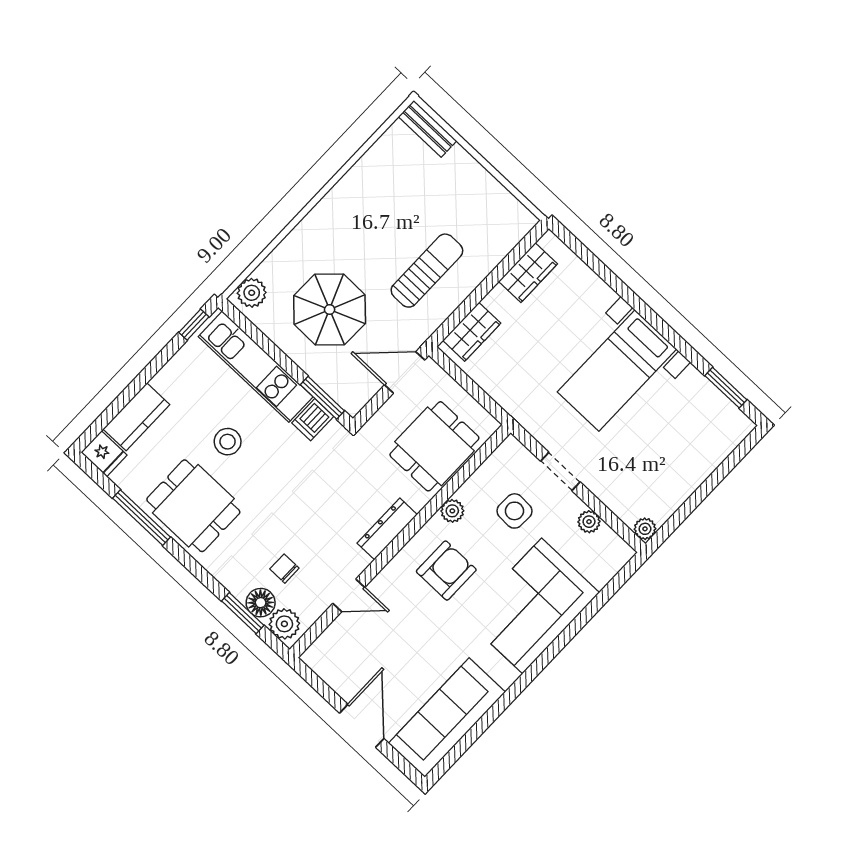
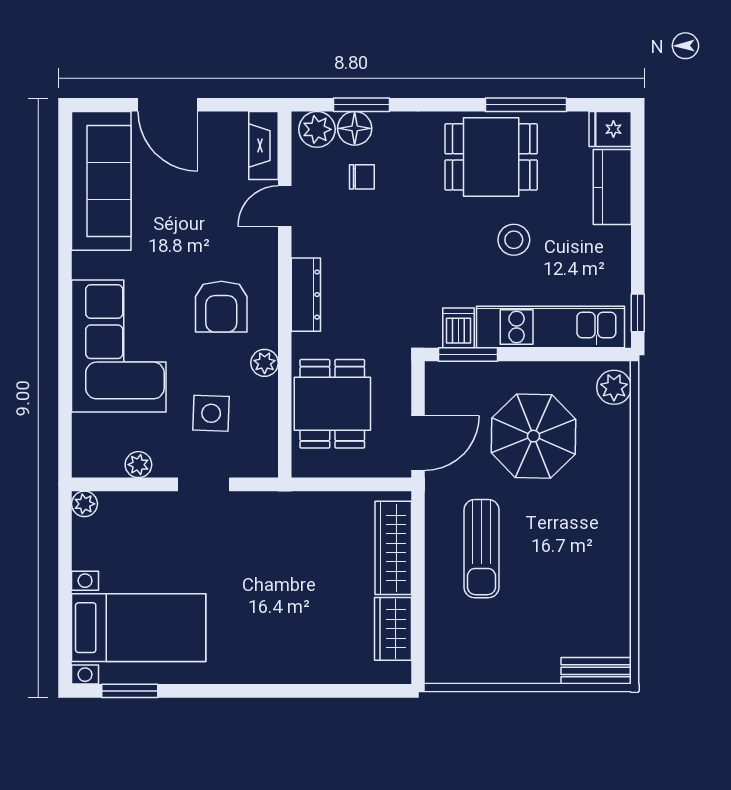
wardrobe: (472, 332) -> (393, 548), width x1.50
bed with nightstands: (617, 370) -> (139, 628), moved, turned 90
fireplace: (327, 645) -> (264, 146), added

